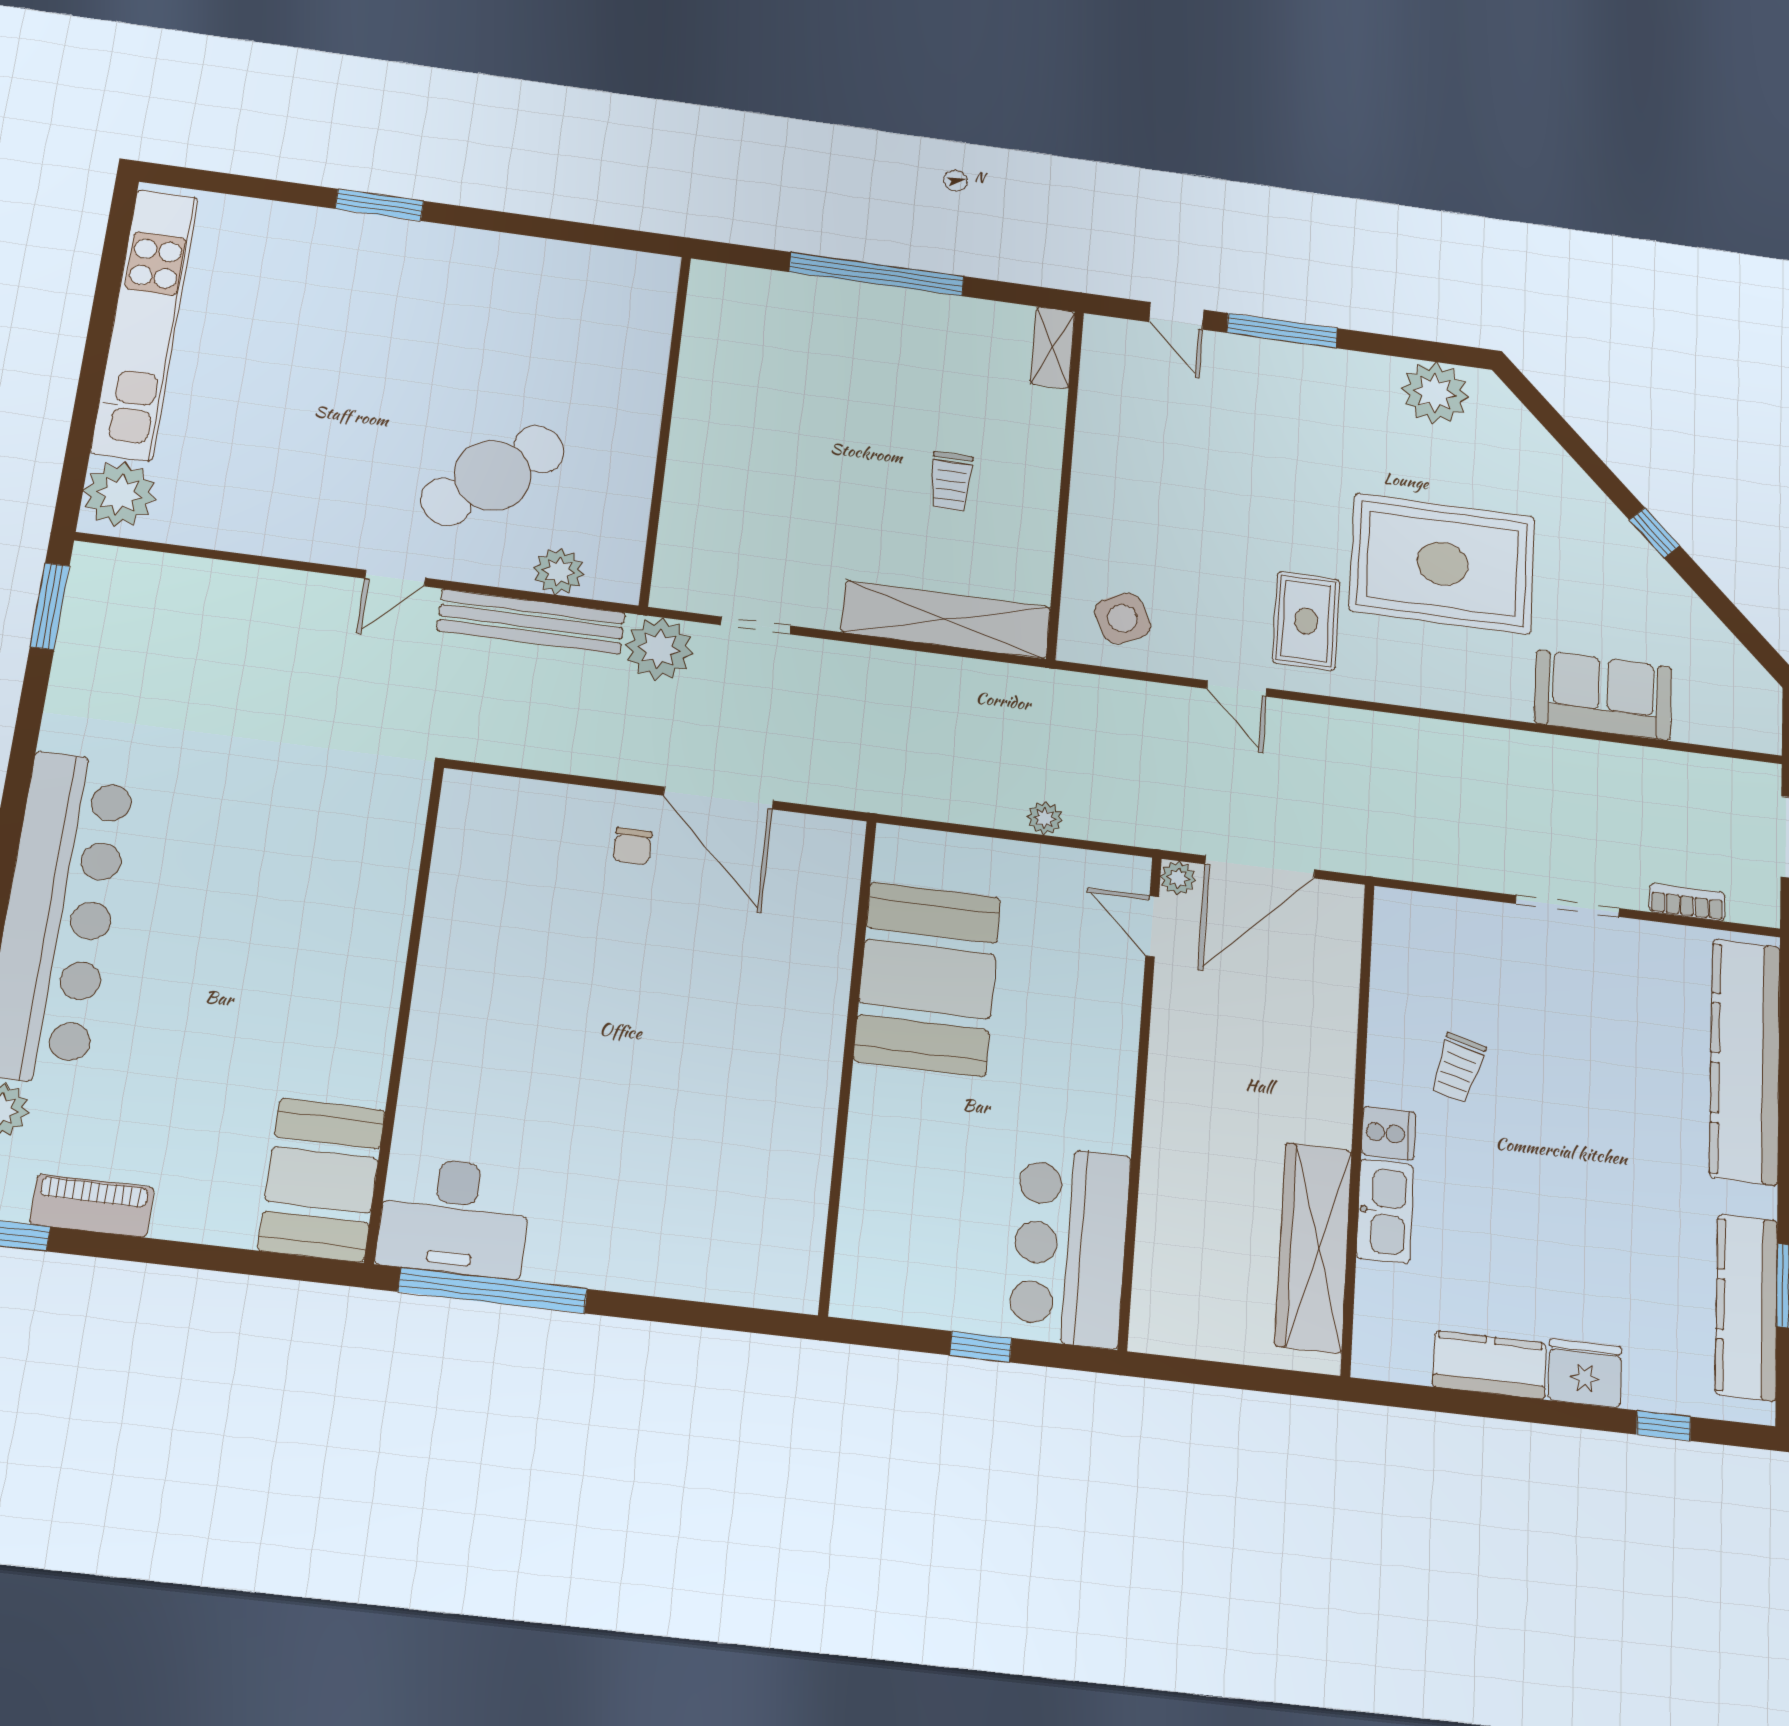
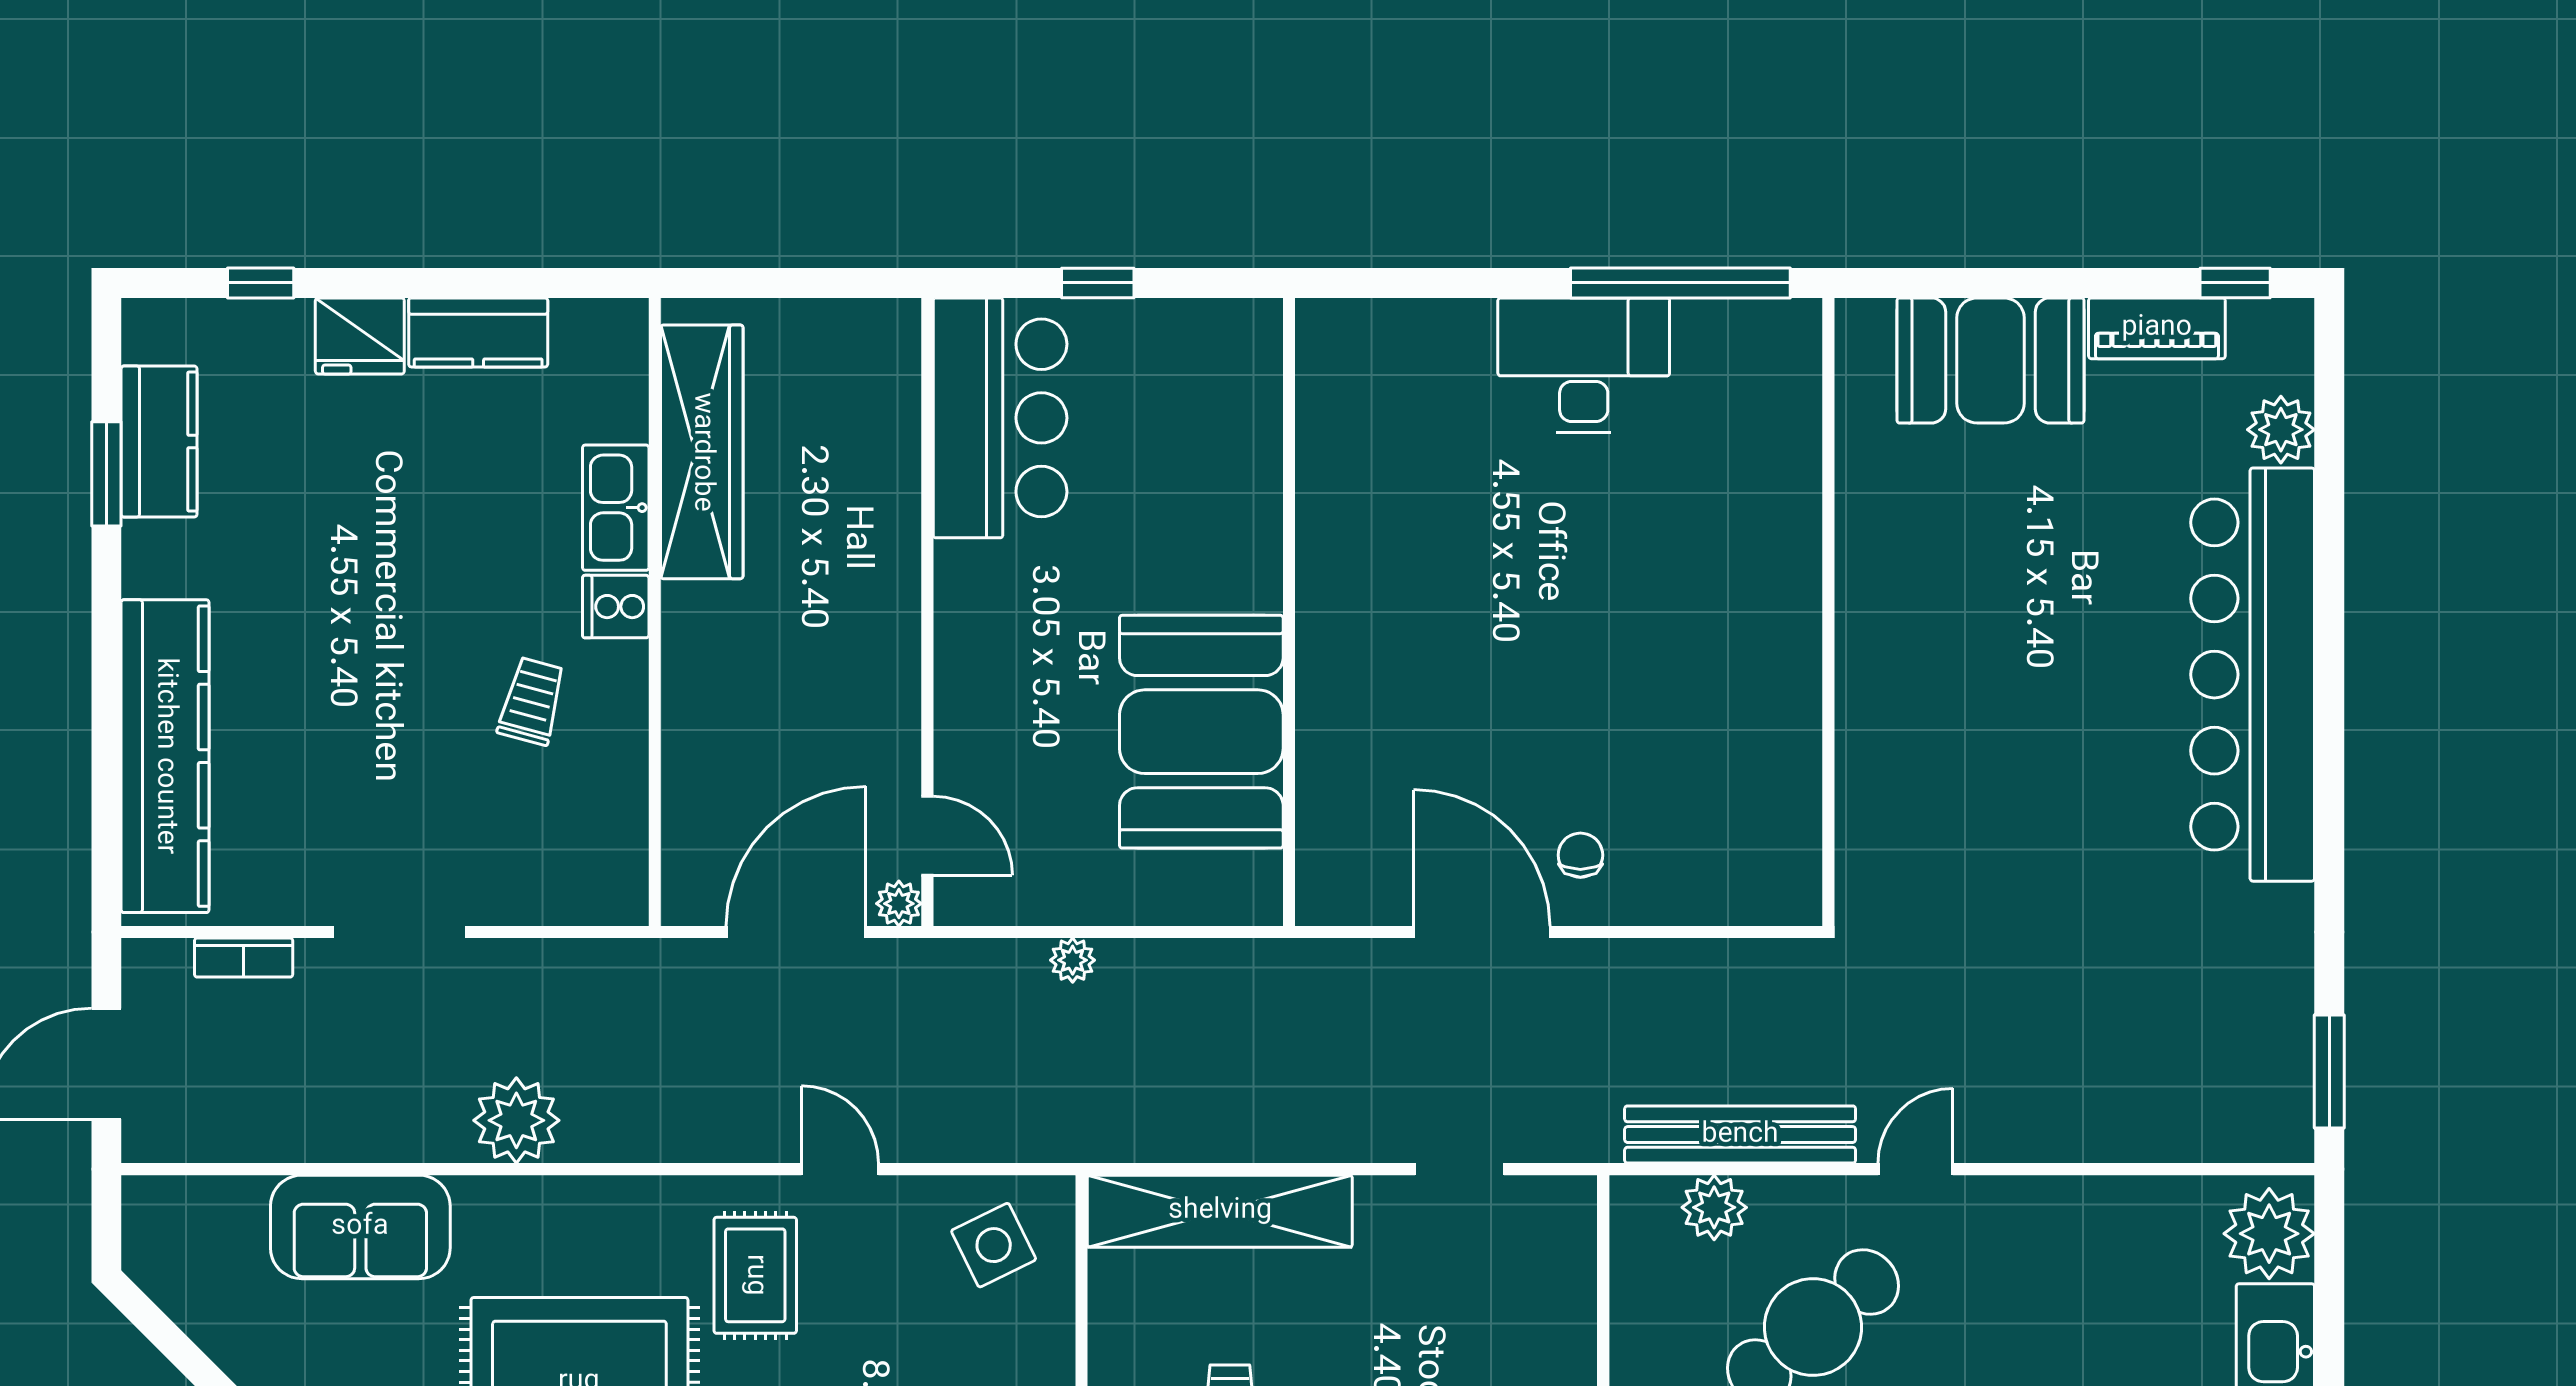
plant: (659, 649) -> (516, 1120), moved
booth: (322, 1180) -> (1990, 360), moved, turned 90
desk: (454, 1217) -> (1584, 365), moved
kitchen counter: (1747, 1307) -> (159, 442), width x0.67

